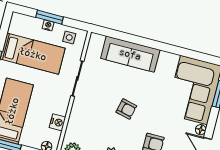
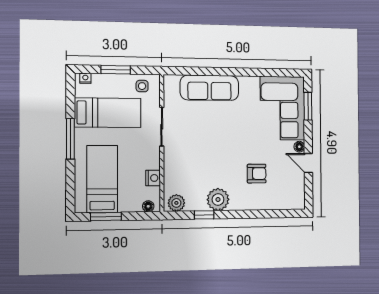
nightstand: (48, 25) -> (85, 78), moved
armchair: (126, 109) -> (220, 145), removed

